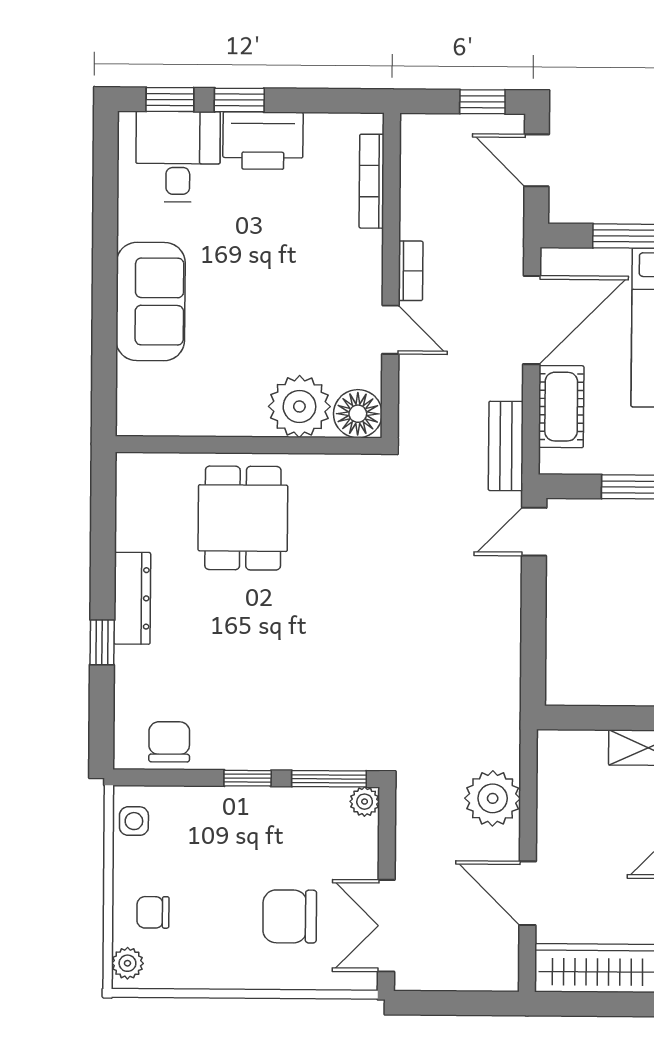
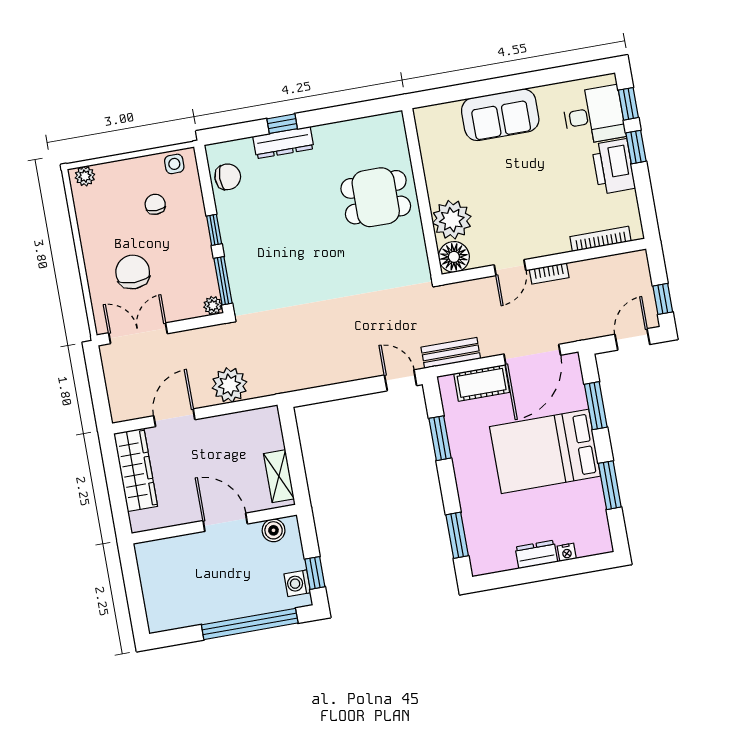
door: (532, 320) -> (532, 355), hinge flipped
dresser: (132, 598) -> (283, 143), moved
chair: (153, 912) -> (155, 204), moved

